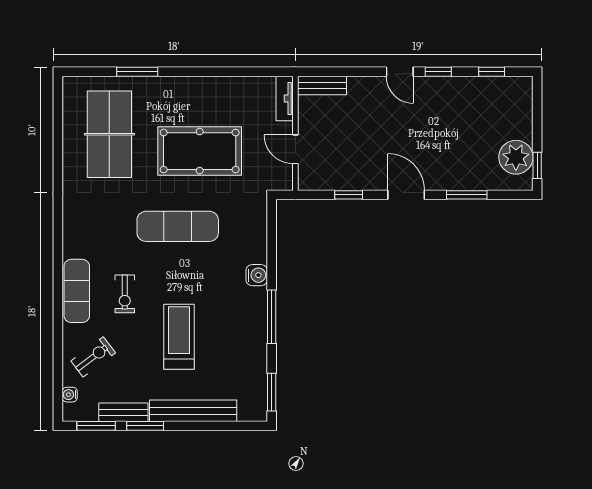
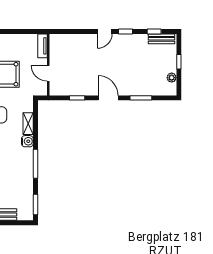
door: (400, 72) -> (105, 31), hinge flipped
bench: (322, 85) -> (162, 39), moved
plant: (516, 157) -> (172, 78), width x0.53, depth x0.53
window: (537, 165) -> (179, 62), moved
shelving: (258, 242) -> (28, 124), added

